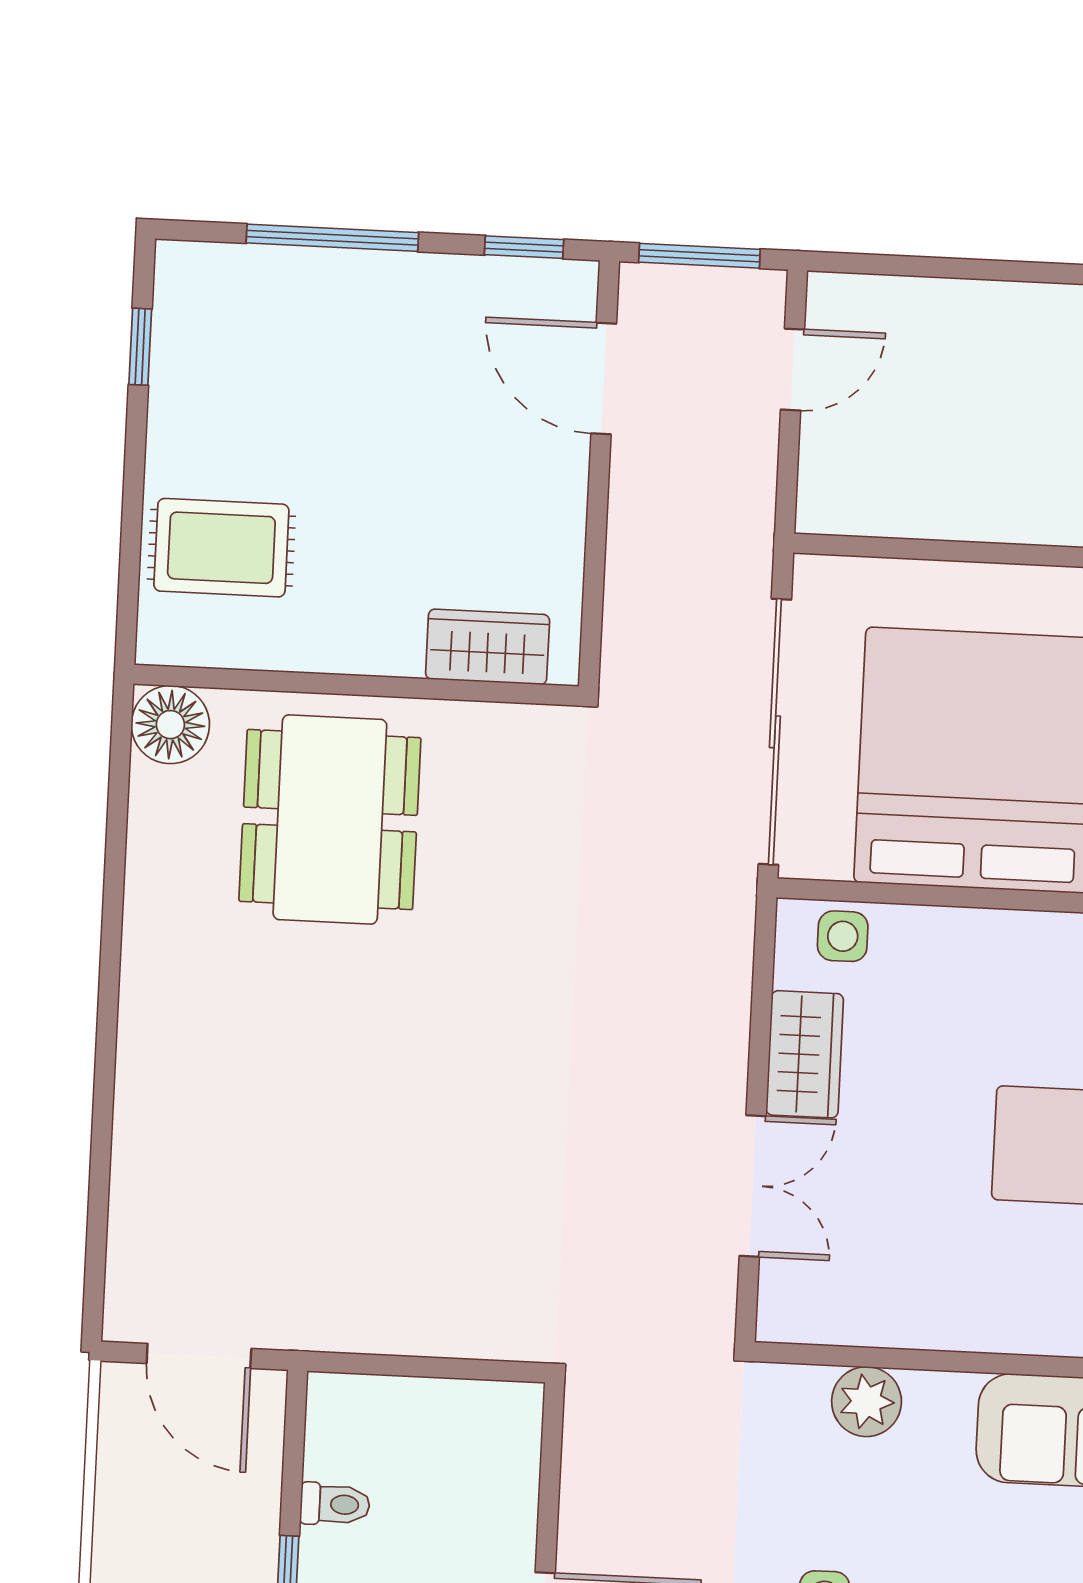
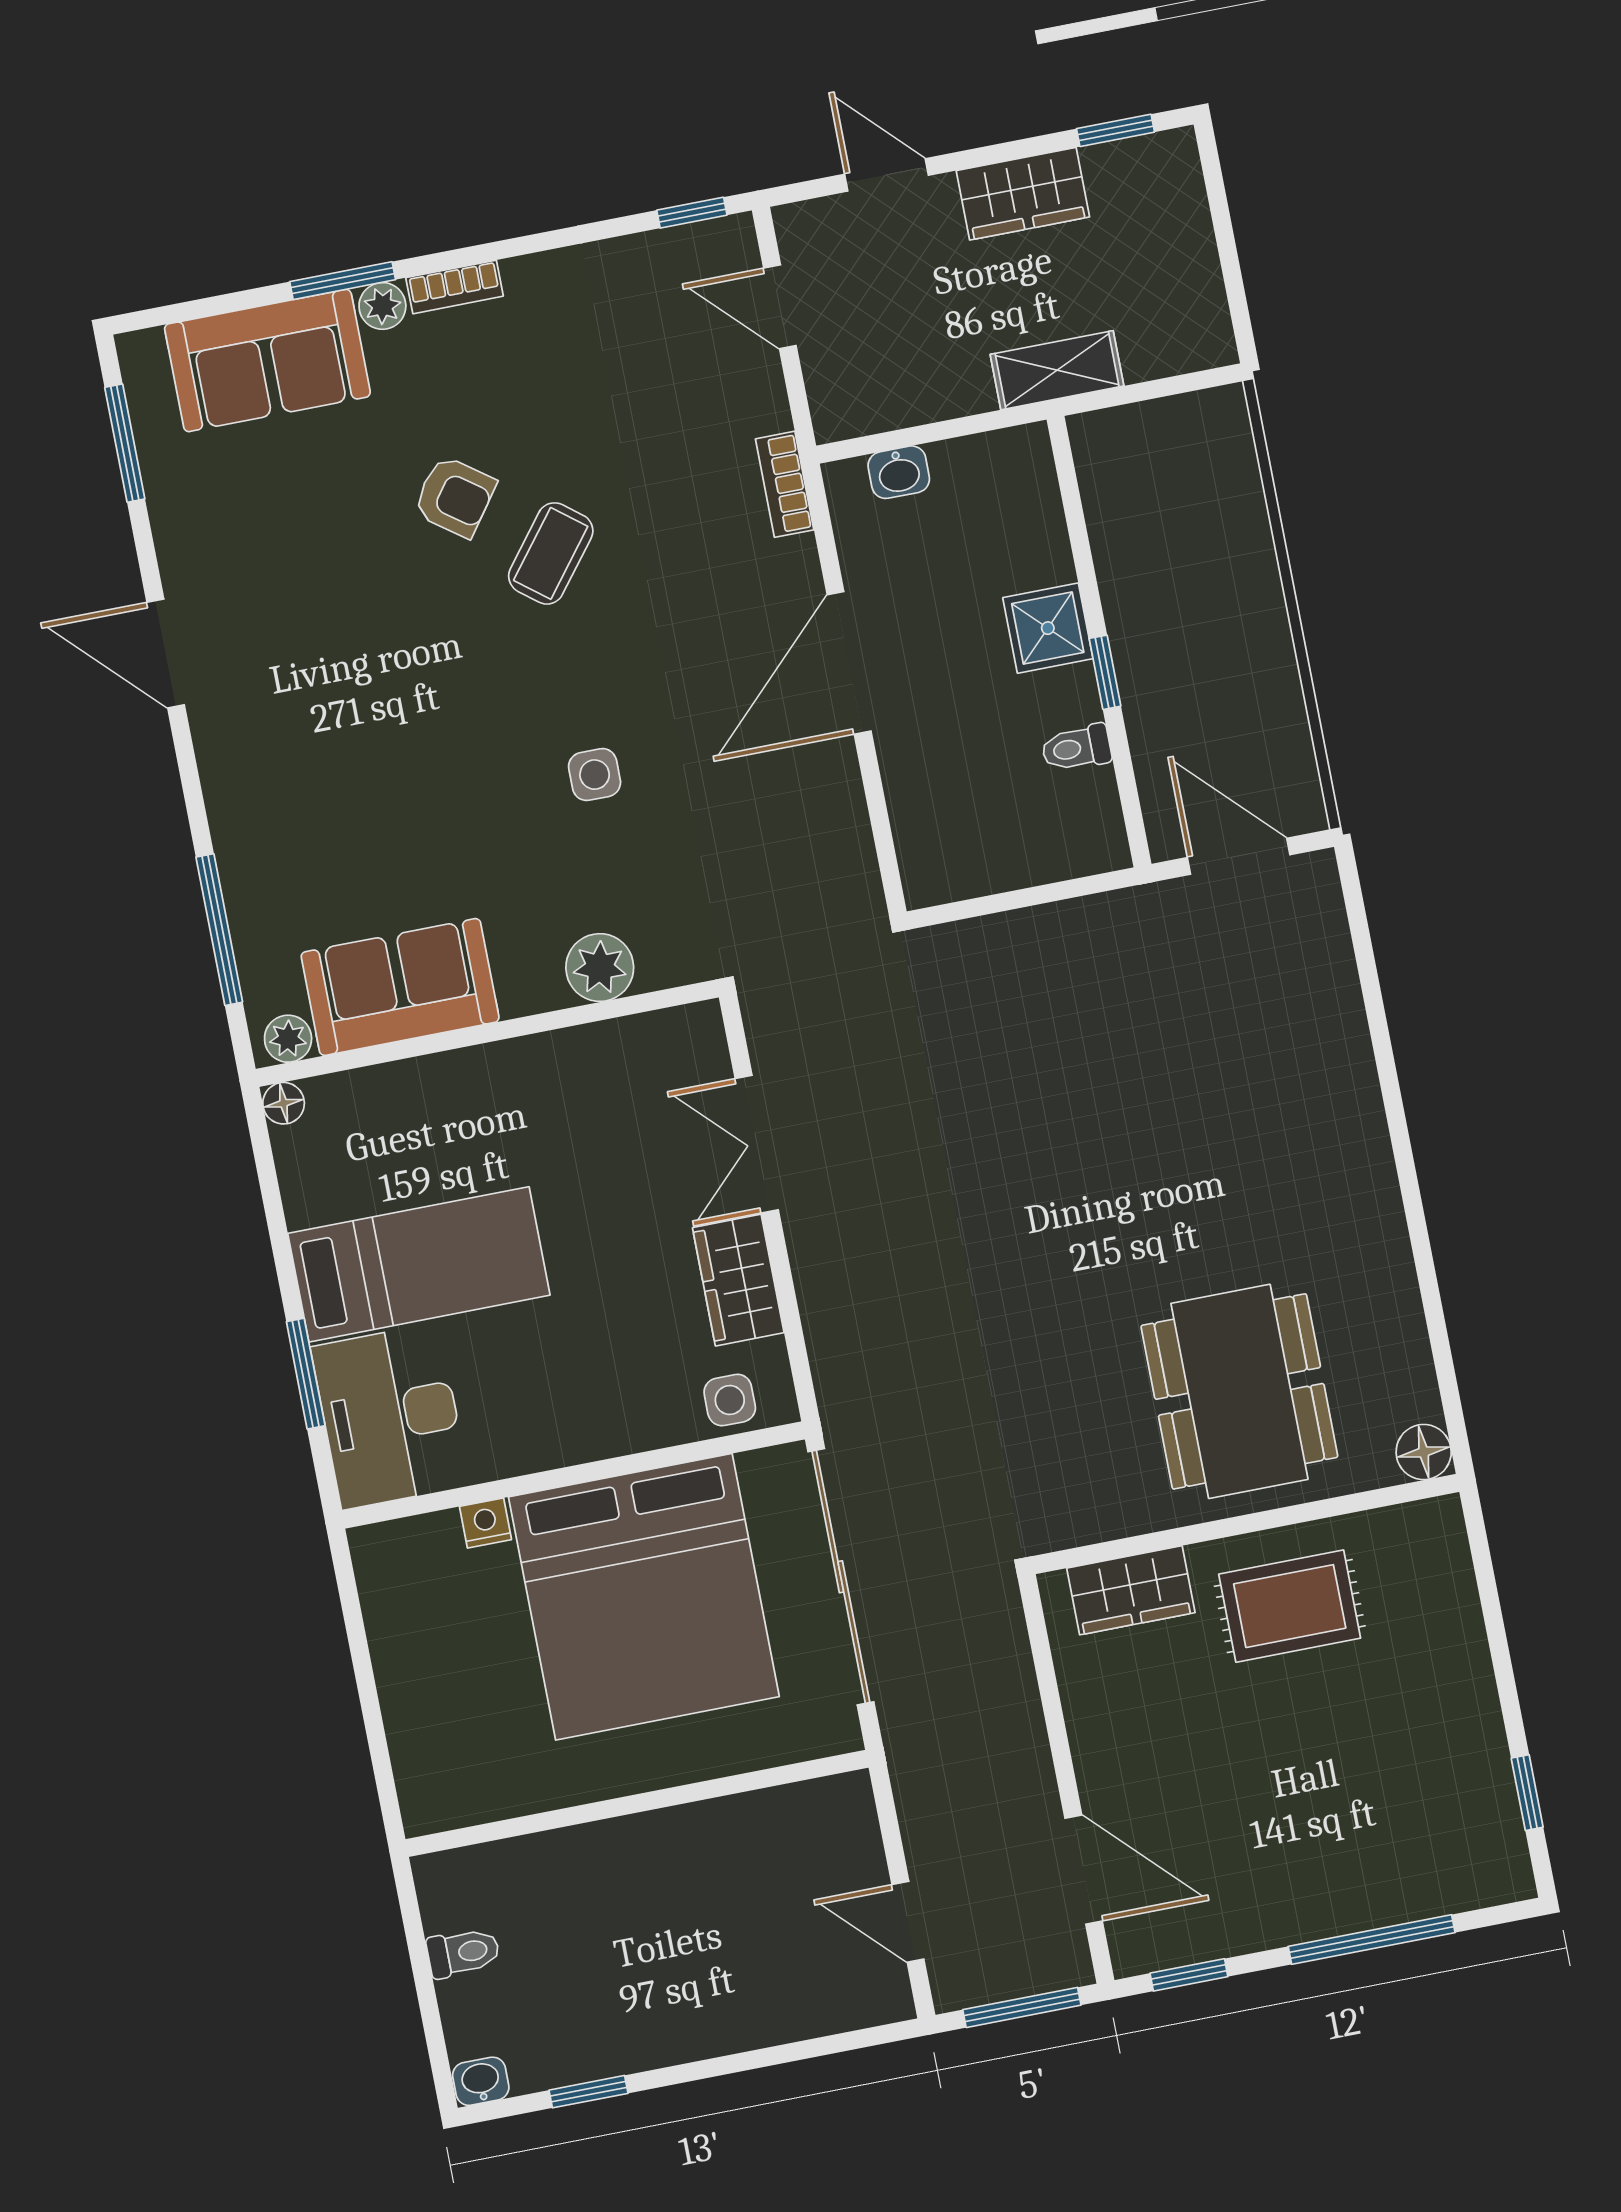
door: (793, 370) -> (908, 1922), hinge flipped
rug: (221, 548) -> (1290, 1606), moved
floor lamp: (170, 725) -> (1424, 1452), width x0.73, depth x0.73

